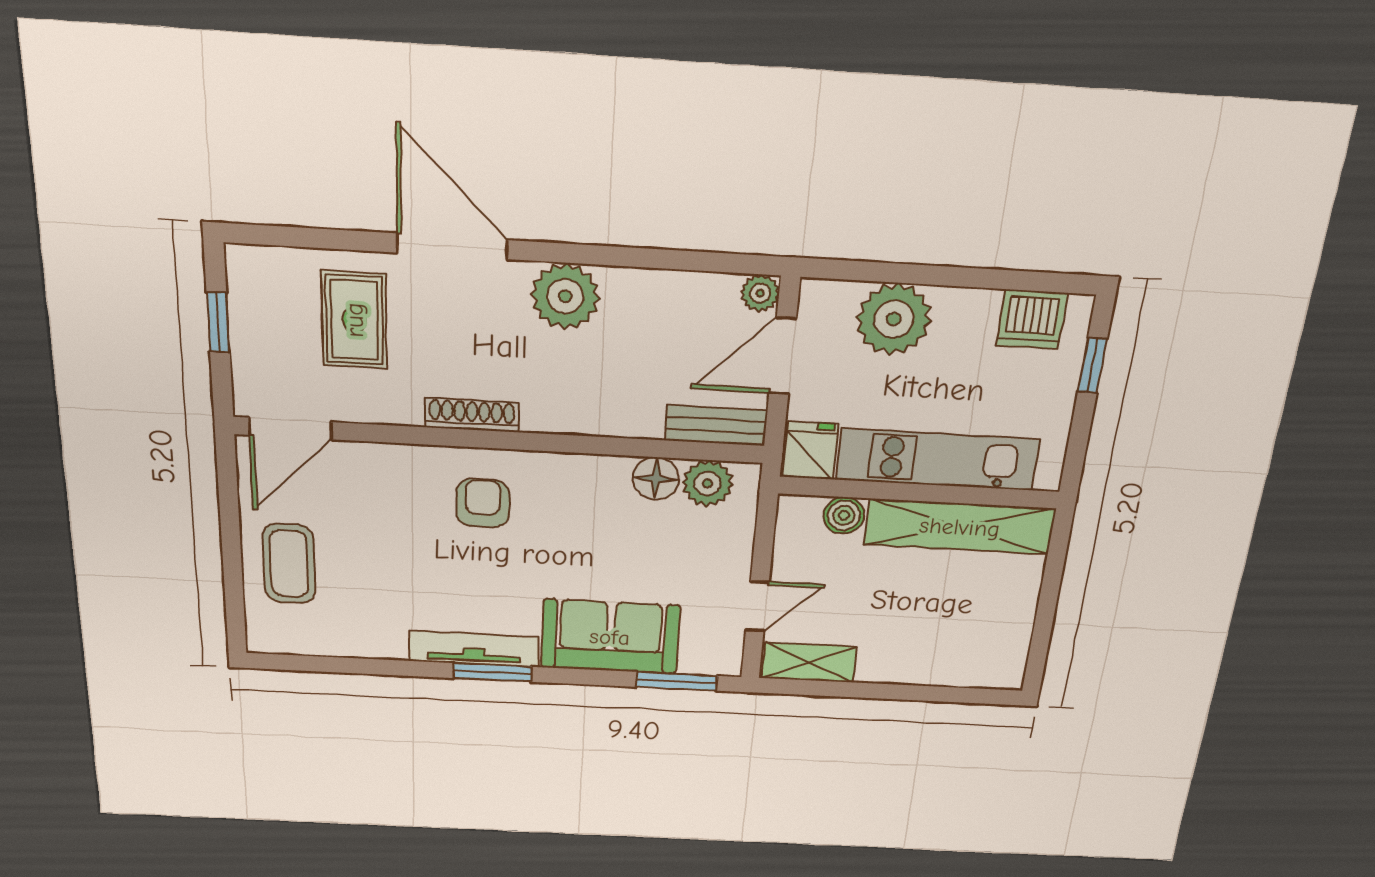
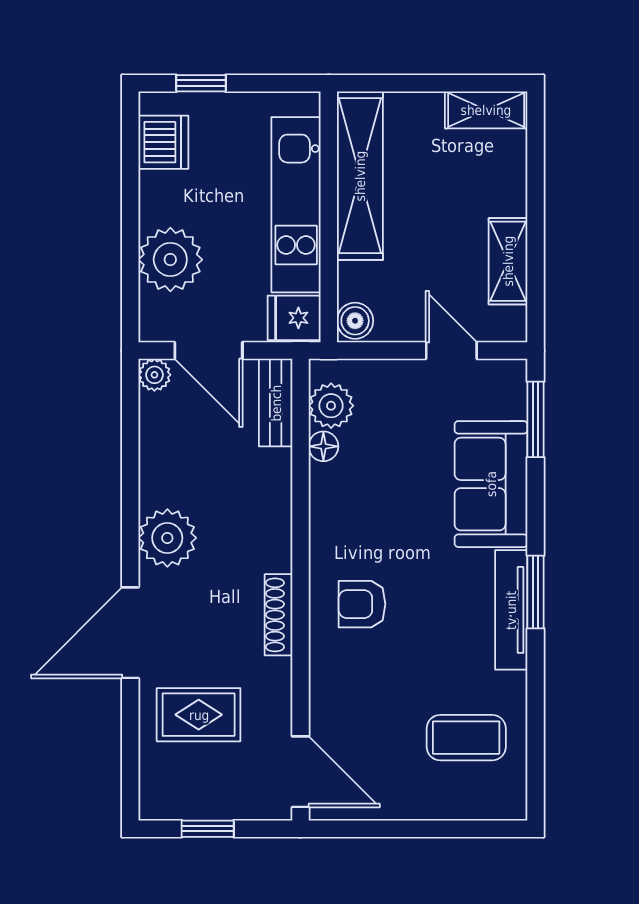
floor lamp: (656, 479) -> (323, 446), width x0.73, depth x0.73
boiler: (844, 515) -> (355, 321), moved
coffee table: (289, 564) -> (466, 738), moved
shelving: (1010, 652) -> (486, 110), added
shelving: (809, 662) -> (508, 261), moved

